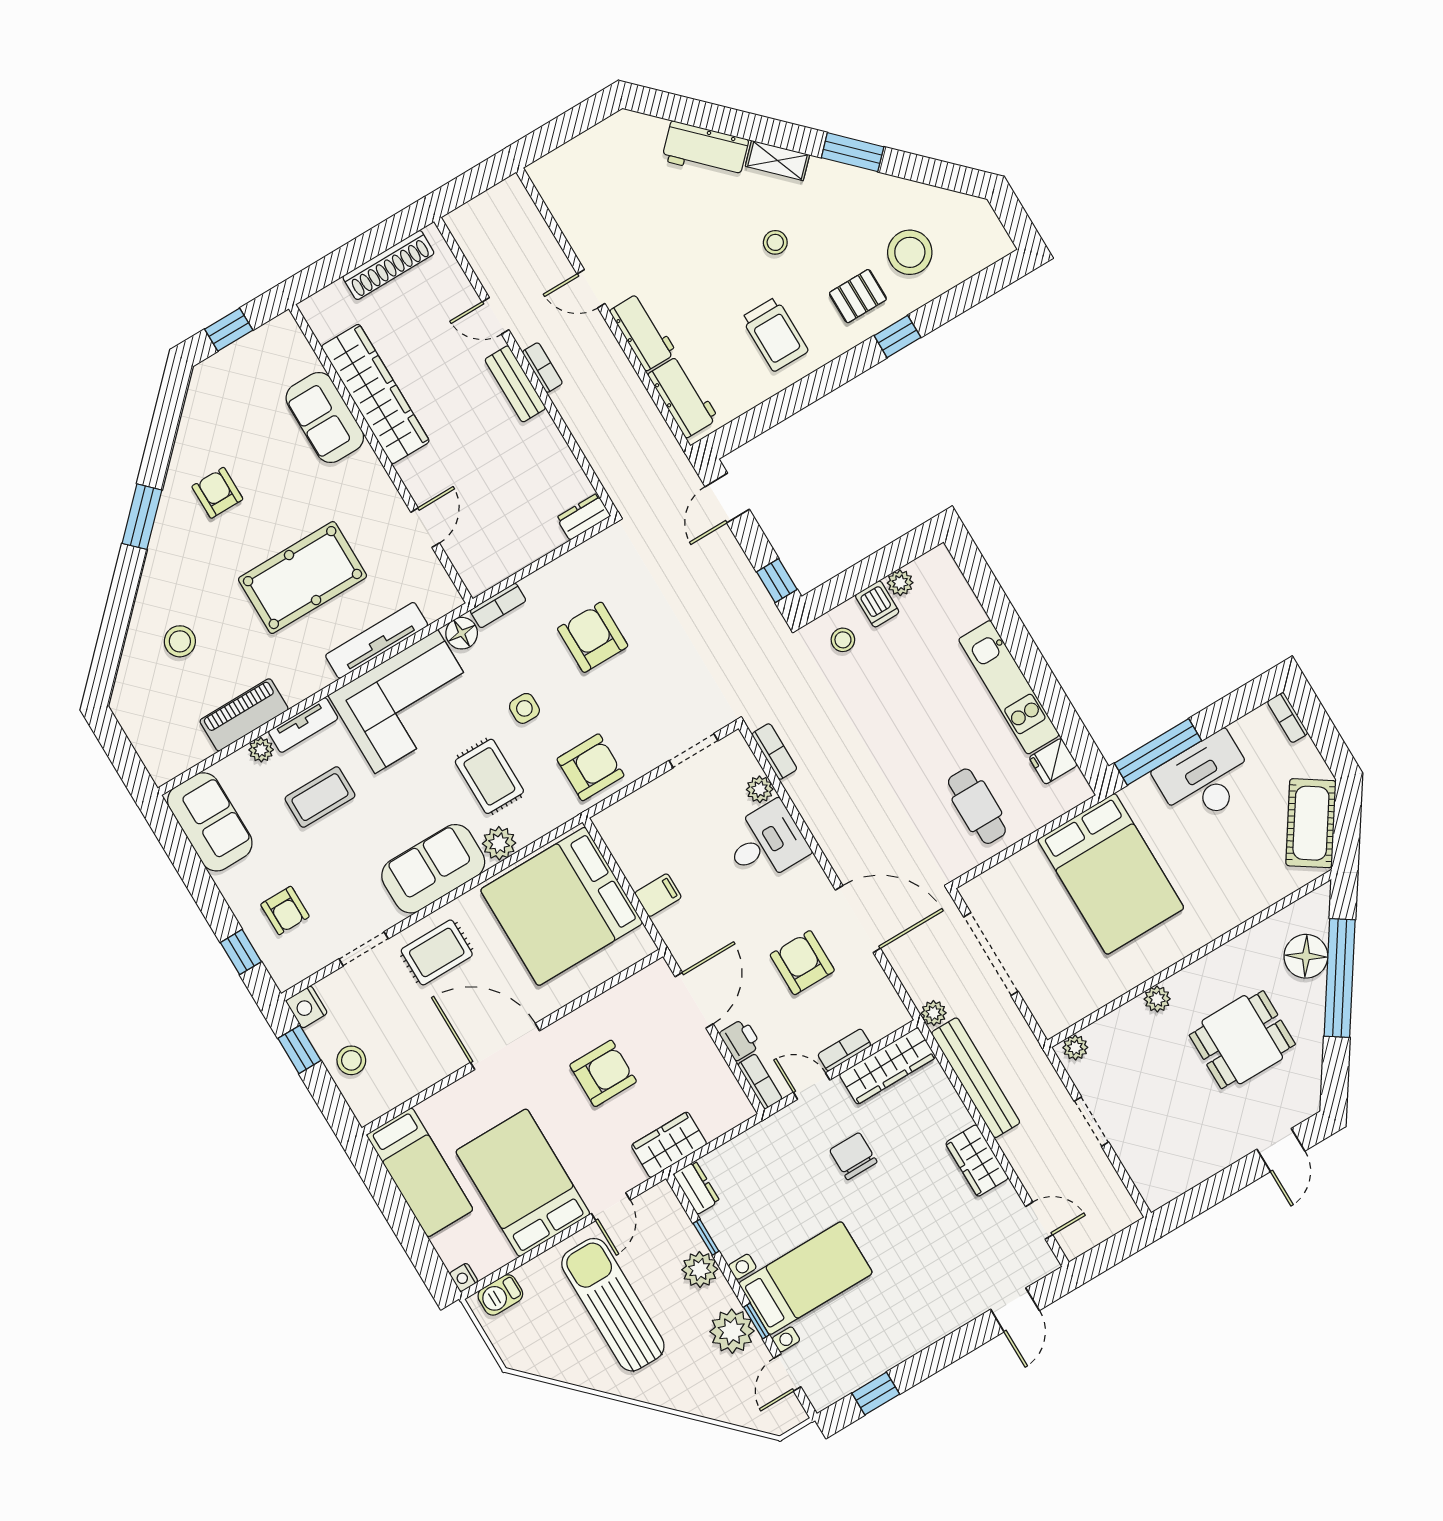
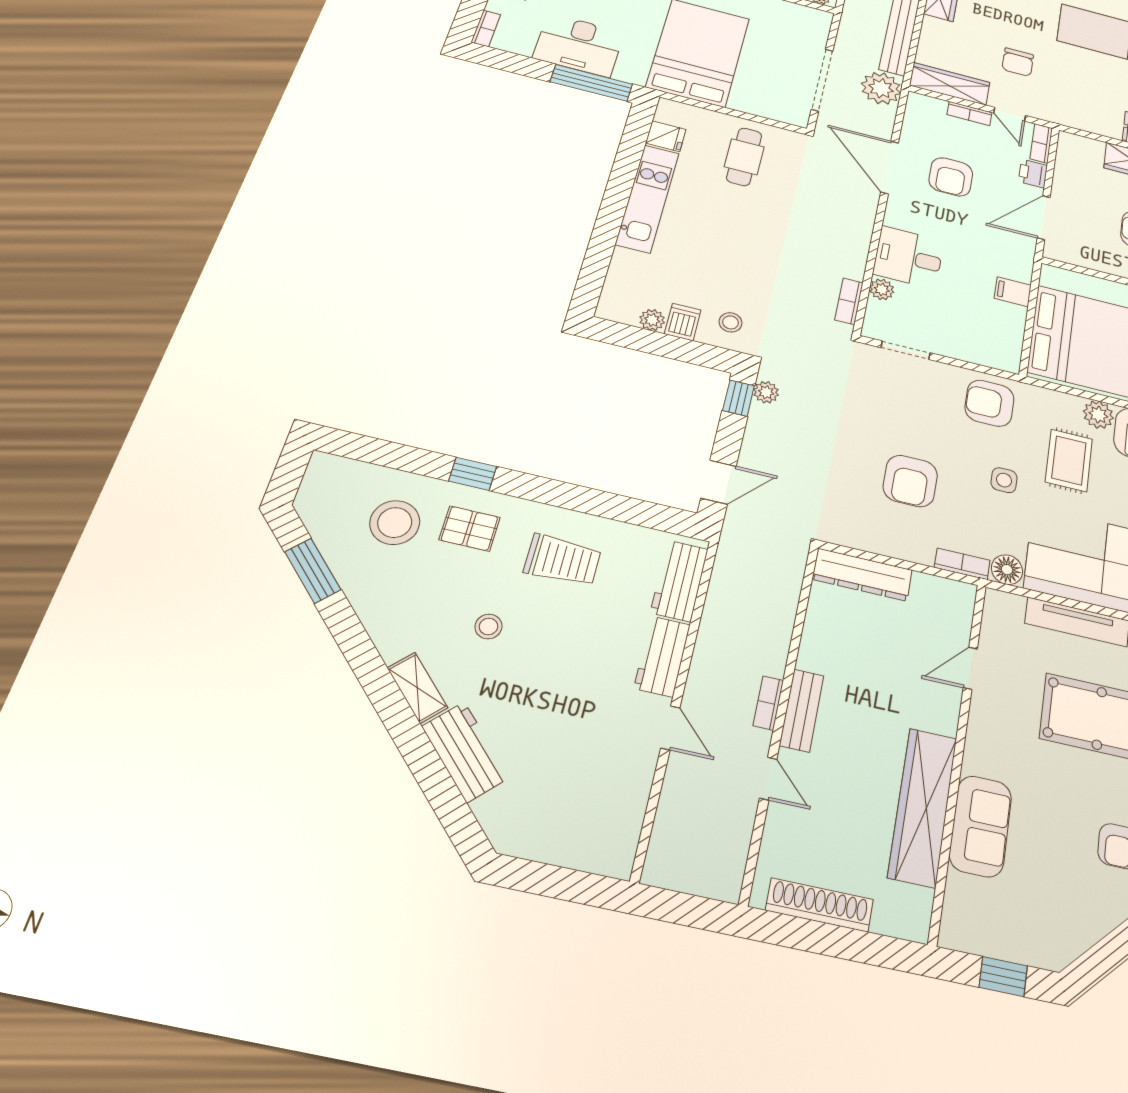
window: (853, 152) -> (313, 571), moved
trolley: (775, 334) -> (563, 560), turned 90
dresser: (584, 517) -> (862, 575), width x1.96, depth x1.24
plant: (762, 606) -> (766, 392), added
plant: (934, 1013) -> (881, 88), width x1.88, depth x1.88

